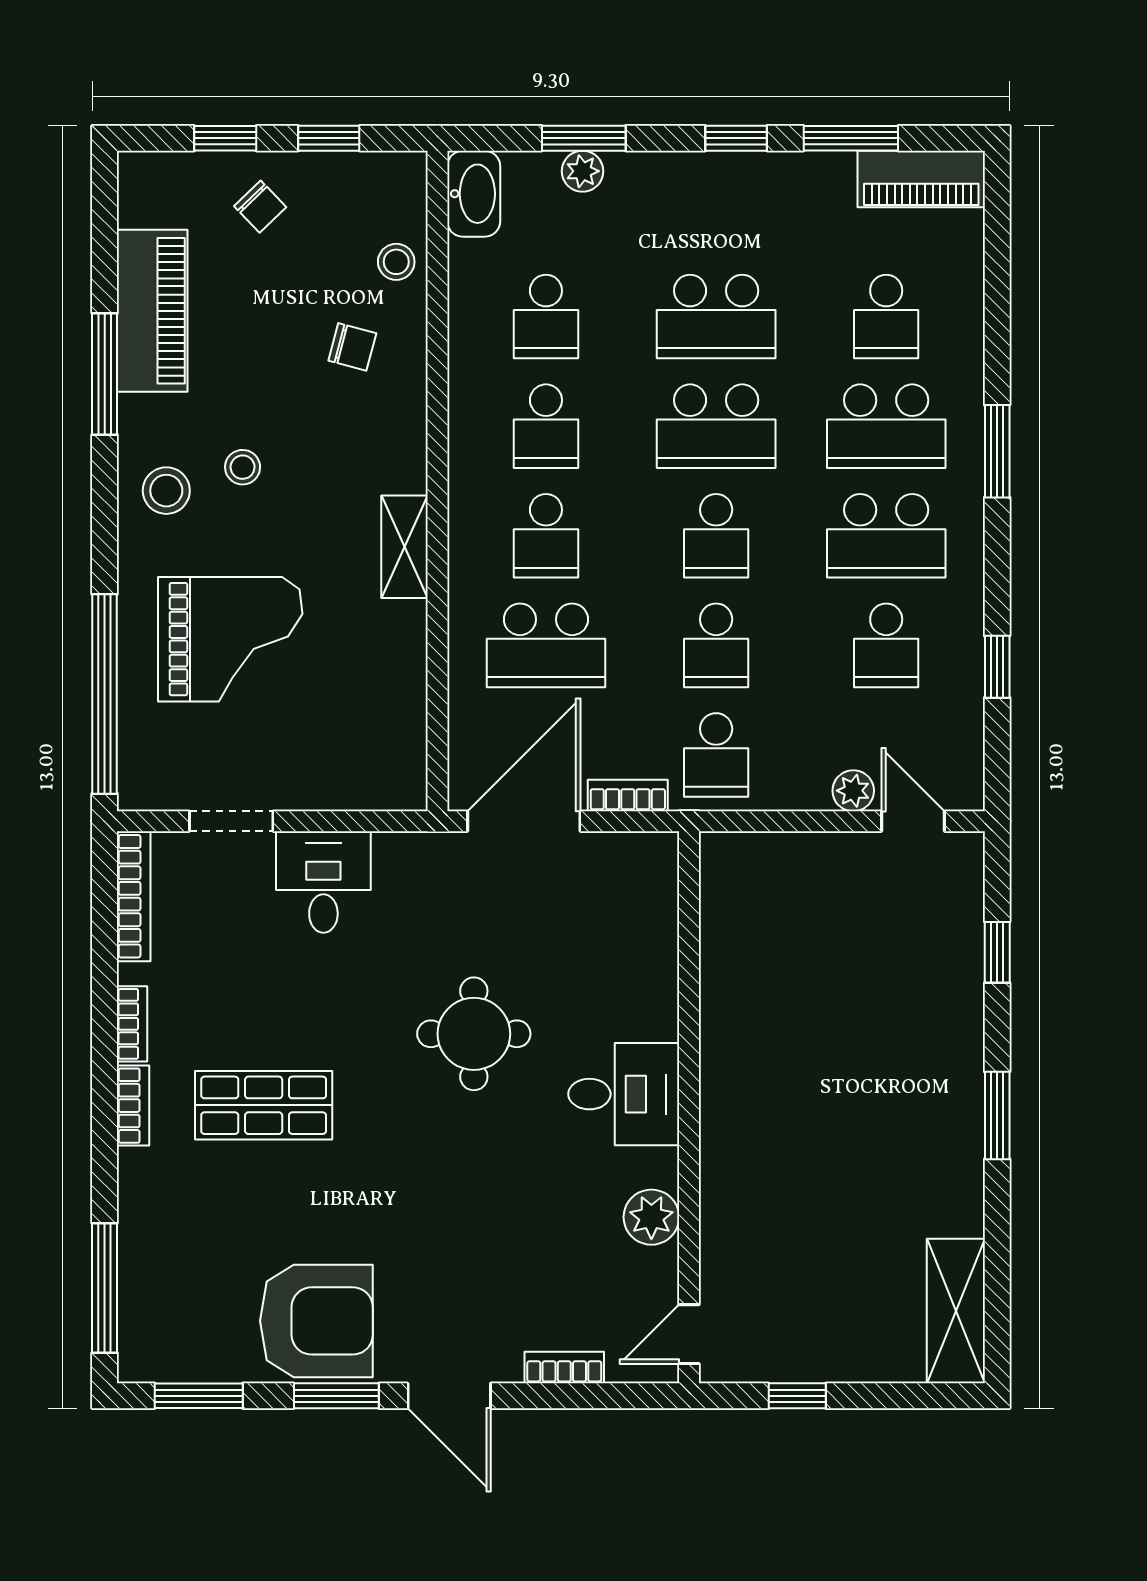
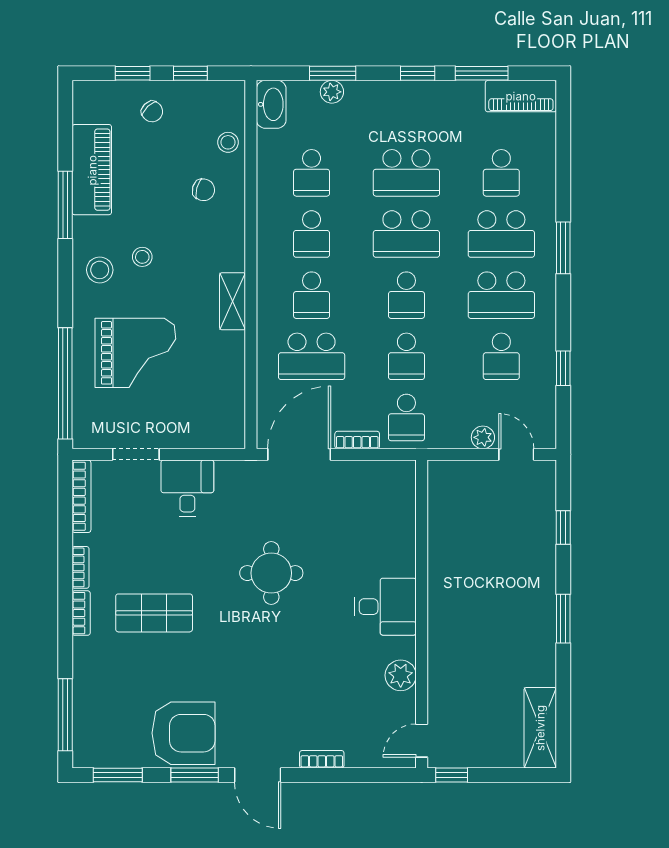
desk: (624, 1094) -> (385, 607), moved
wall: (689, 1107) -> (422, 614), moved
plant: (651, 1217) -> (401, 675), moved
door: (689, 1334) -> (422, 741), moved

